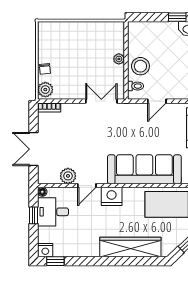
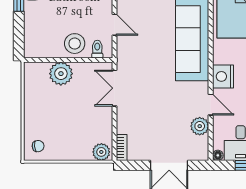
plant: (119, 59) -> (61, 74), width x1.88, depth x1.88
chair: (45, 69) -> (38, 146), moved

